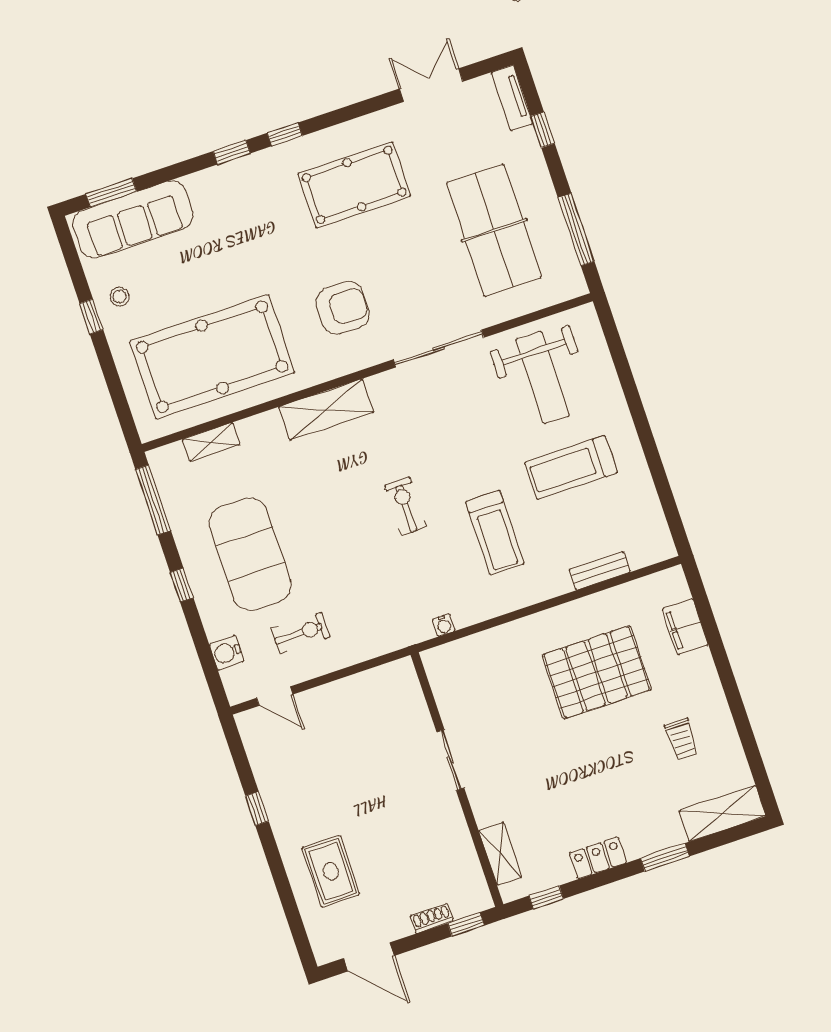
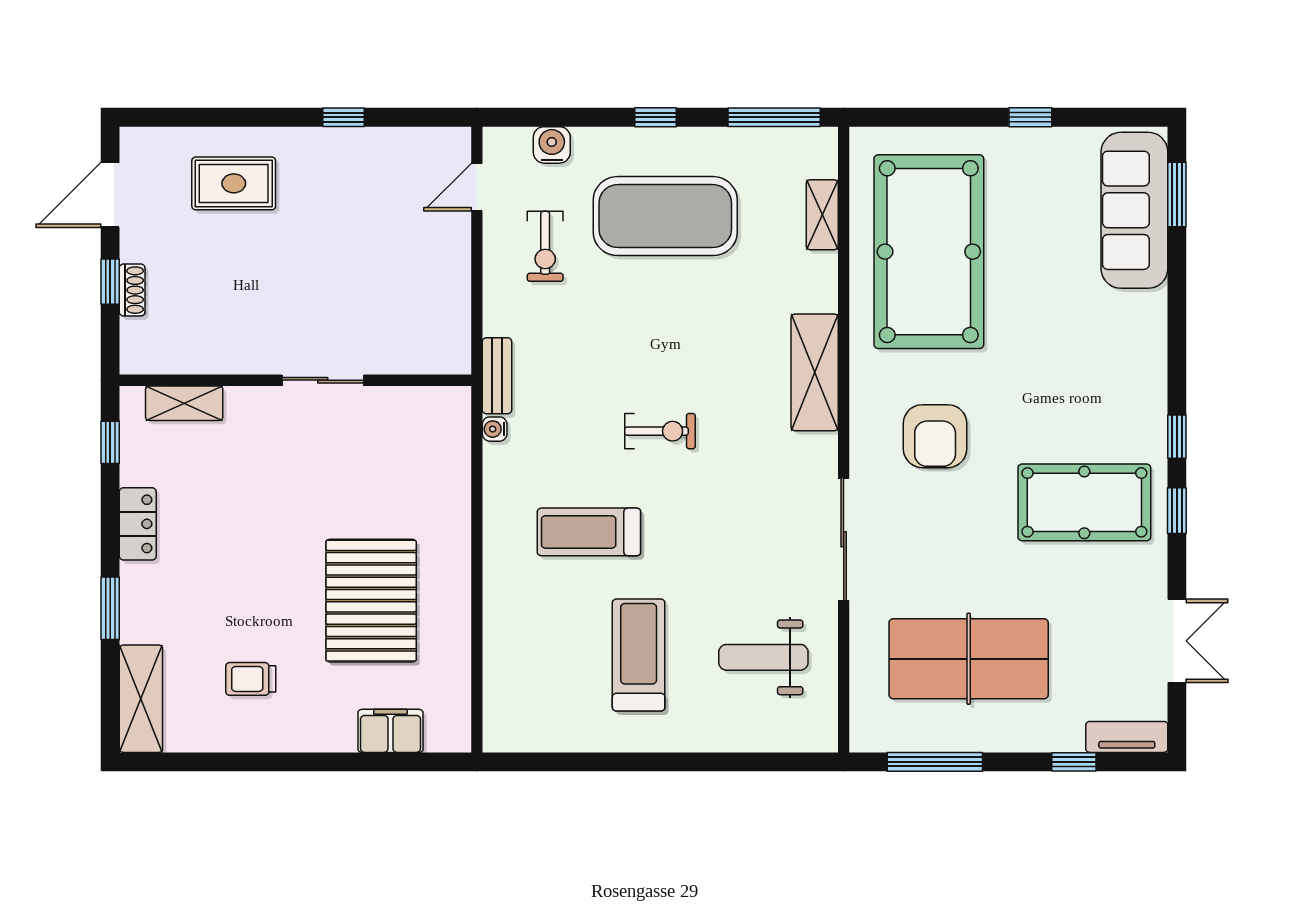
window: (232, 152) -> (1177, 511), moved
pool table: (354, 185) -> (1084, 502), turned 90
stool: (119, 296) -> (1043, 161), removed
weight bench: (543, 377) -> (763, 657), width x0.73, depth x0.75
bench: (600, 571) -> (497, 376), moved
window: (466, 924) -> (110, 282), moved

